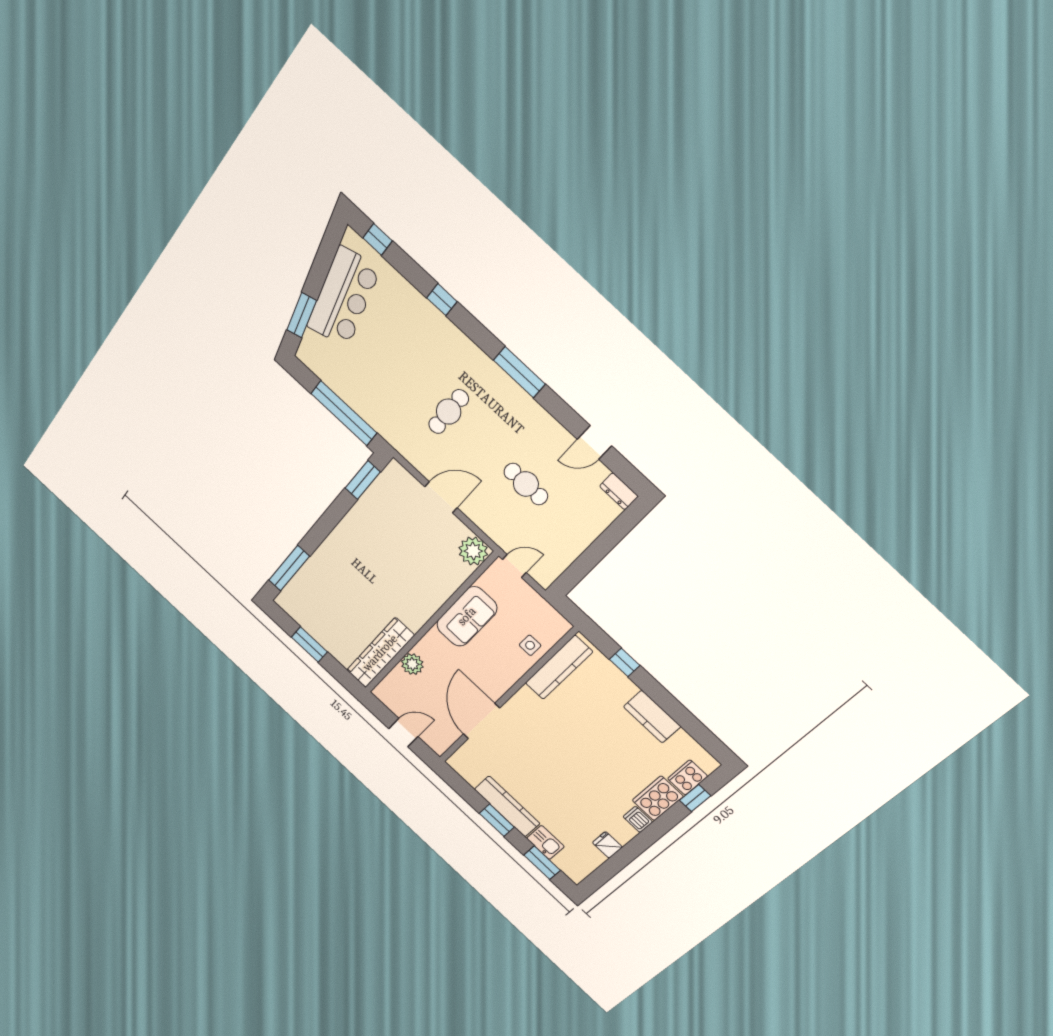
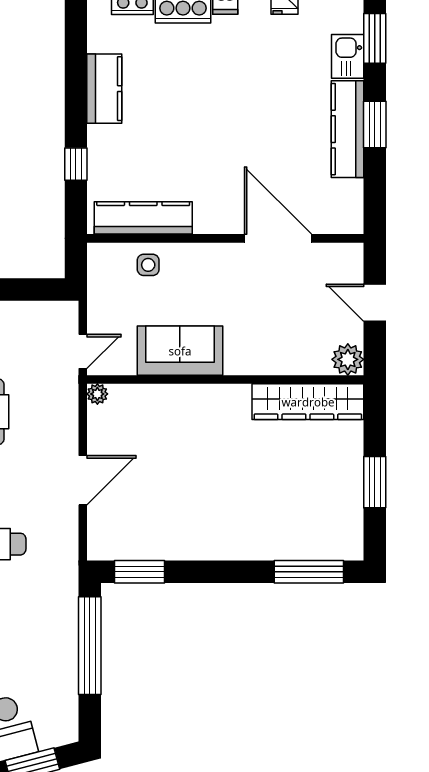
door: (441, 497) -> (83, 480), swing flipped
plant: (473, 551) -> (97, 394), width x0.53, depth x0.53
door: (514, 566) -> (83, 351), swing flipped
plant: (412, 664) -> (348, 359), moved
door: (481, 721) -> (278, 238), swing flipped

